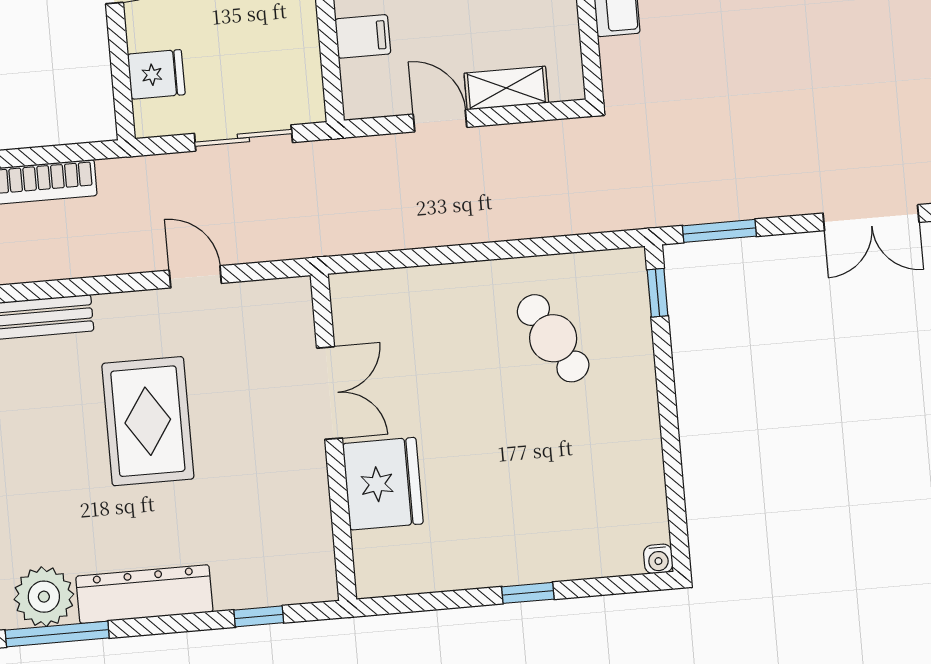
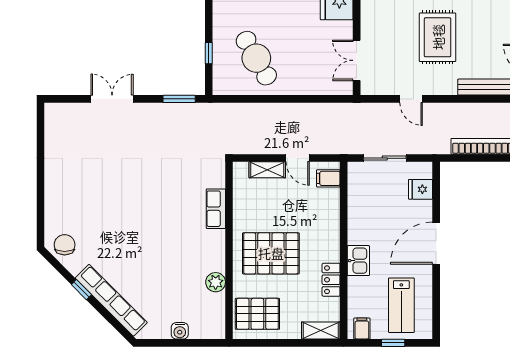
filing cabinet: (363, 36) -> (328, 178), moved
window: (658, 293) -> (209, 53), moved
cafe table: (553, 338) -> (256, 58), width x1.37, depth x1.35
double door: (330, 393) -> (357, 60), moved

